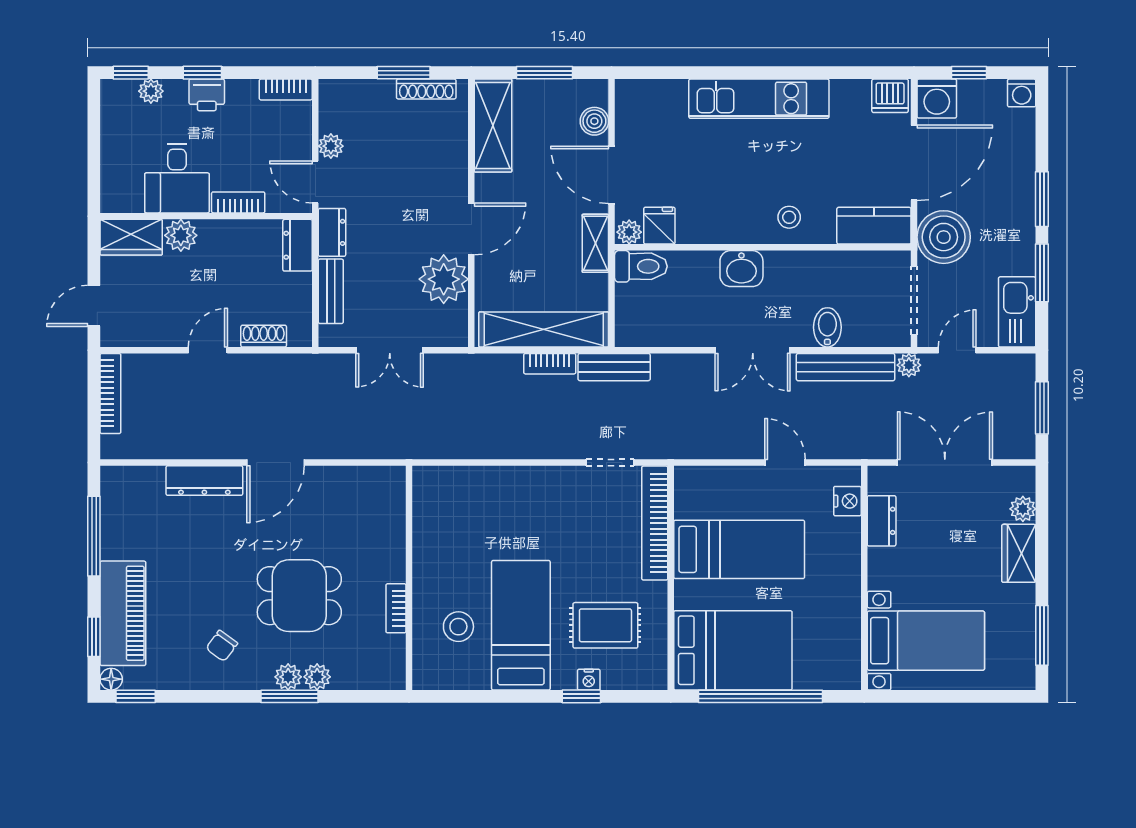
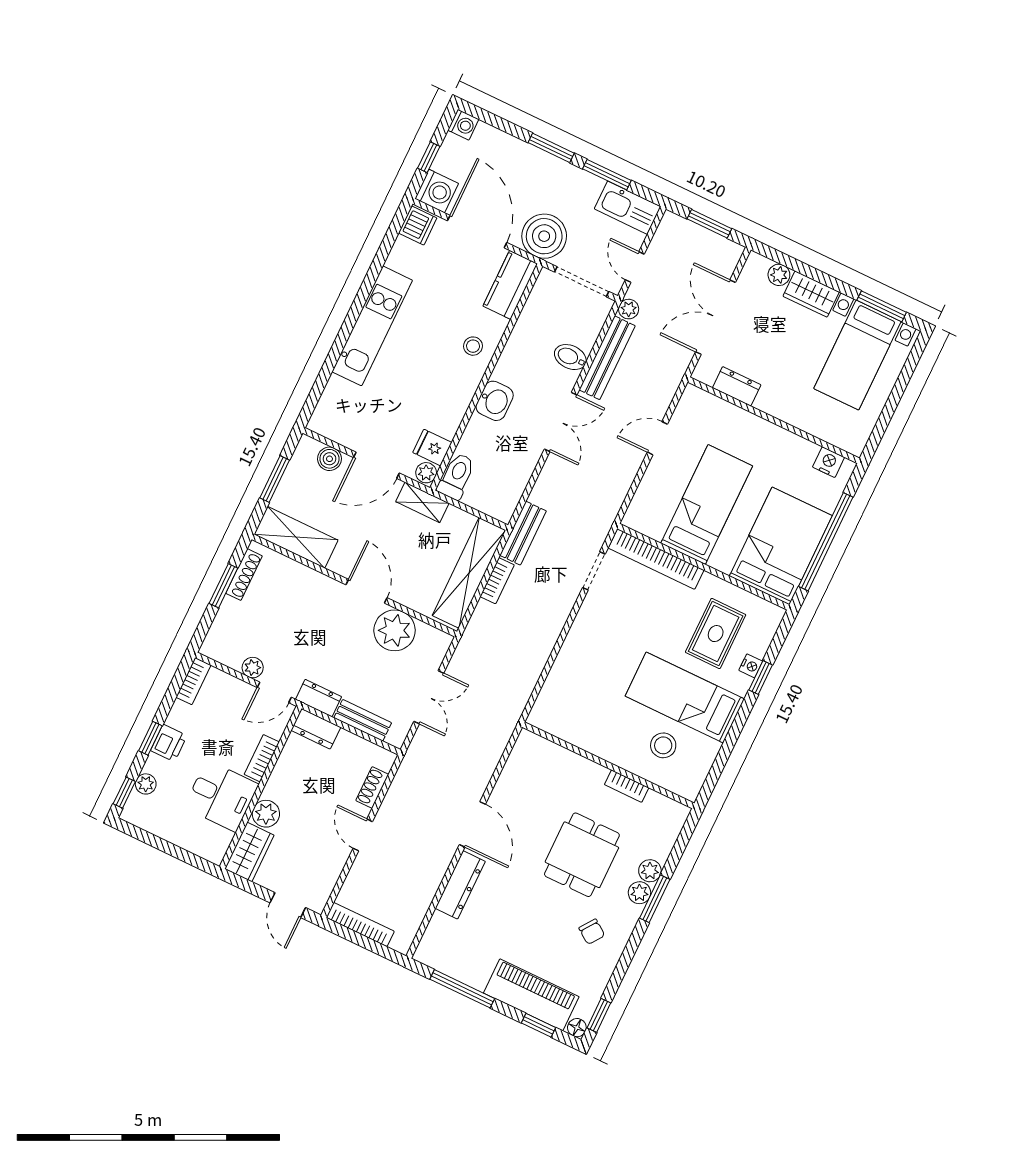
nightstand: (847, 501) -> (829, 462), moved
bed with nightstands: (926, 641) -> (857, 355), moved, turned 180

